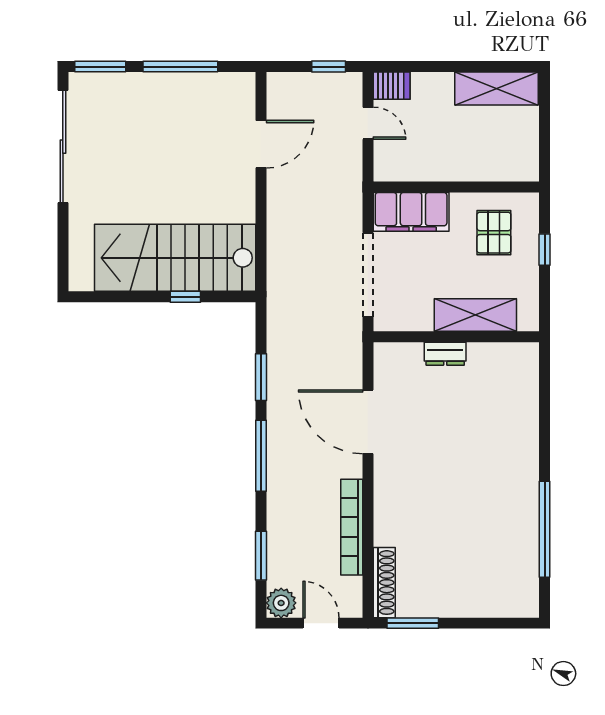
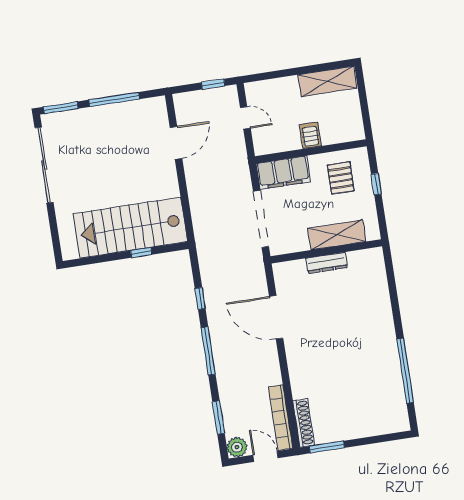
server rack: (392, 86) -> (310, 135), moved, turned -90
dresser: (445, 354) -> (327, 263), width x1.44
window: (261, 377) -> (200, 299), width x0.67
bookcase: (352, 527) -> (281, 418), moved

